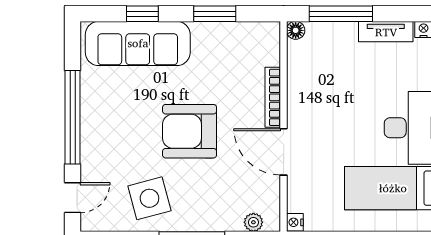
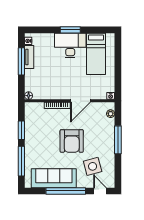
window: (142, 14) -> (21, 161), width x2.17
window: (341, 14) -> (21, 61), moved
sofa: (138, 43) -> (54, 178), moved, turned -90
side table: (149, 198) -> (93, 166), moved

